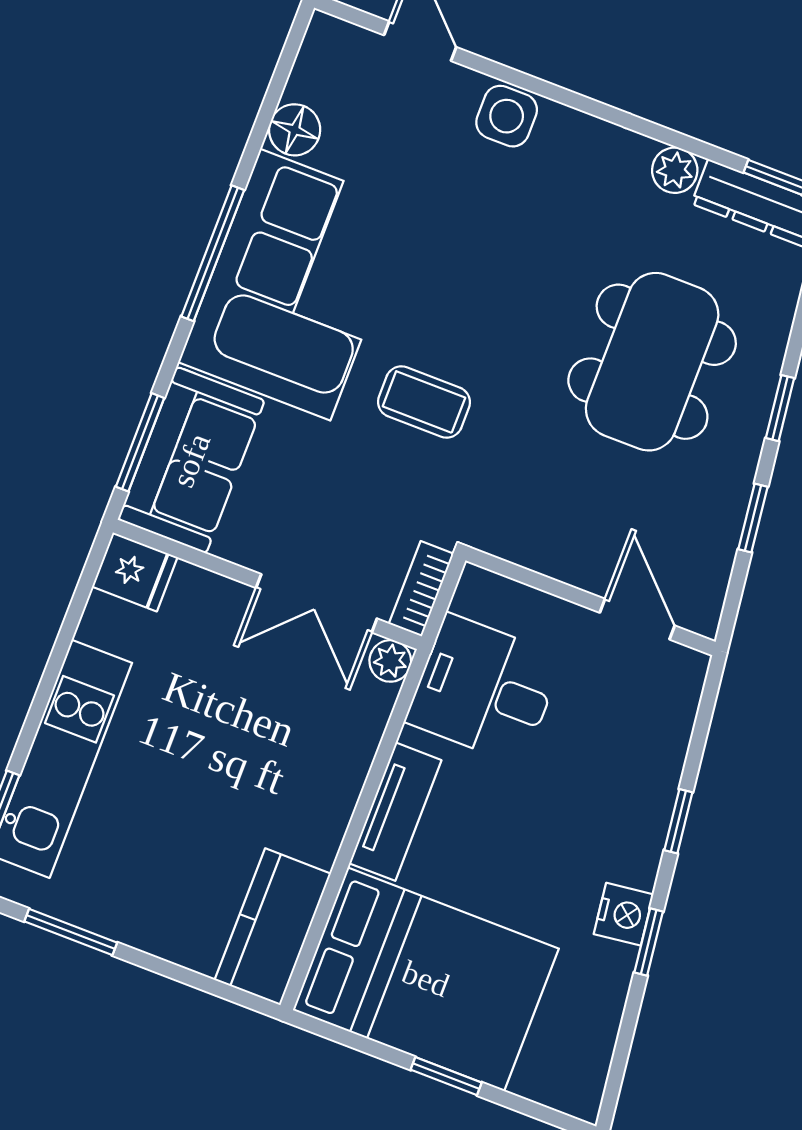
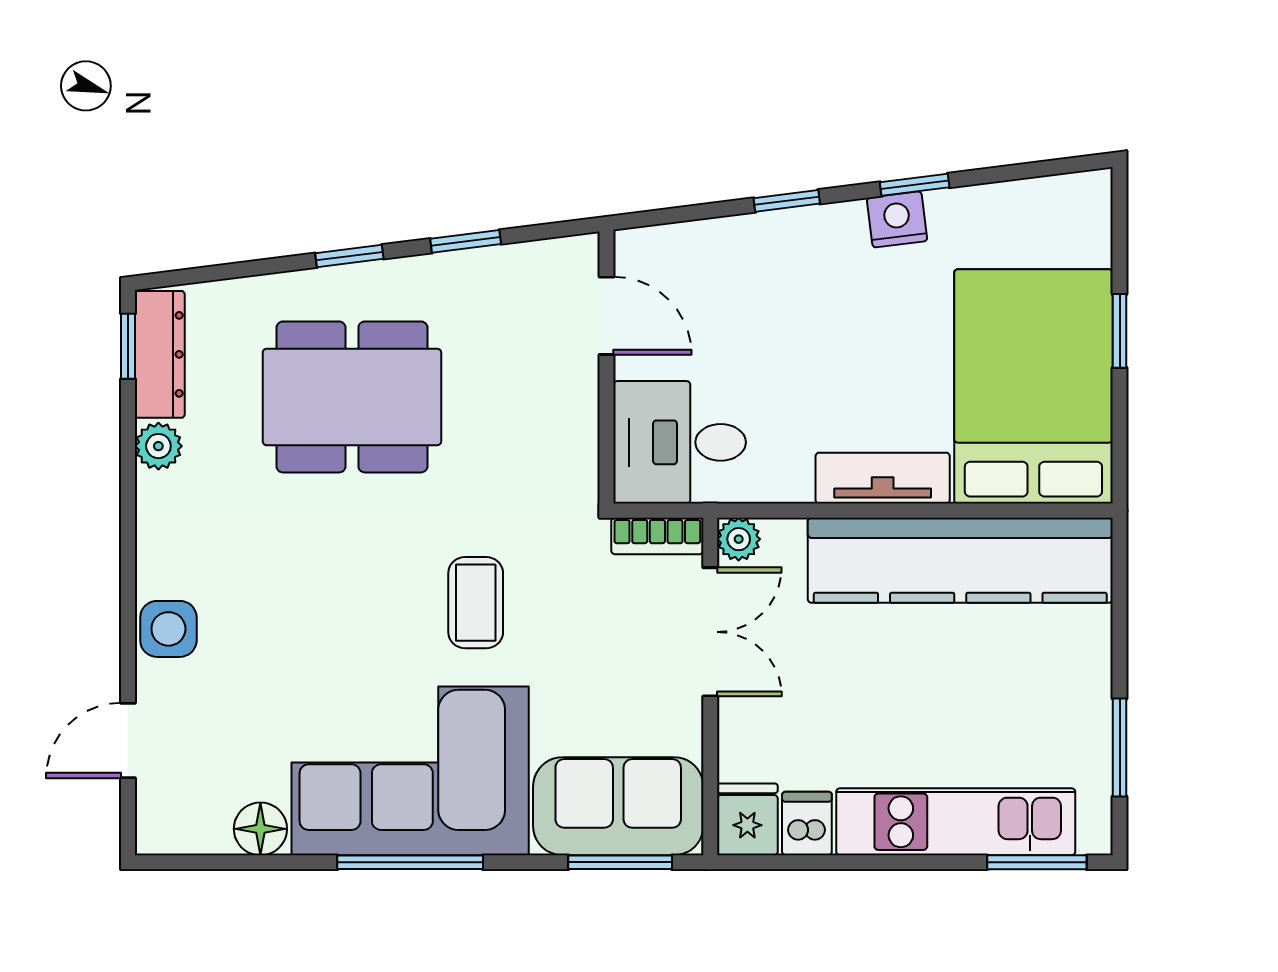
door: (637, 619) -> (606, 316), swing flipped
dishwasher: (110, 624) -> (807, 824), added
desk: (484, 689) -> (680, 442), moved, turned 90
kitchen counter: (273, 927) -> (960, 560), width x2.08, depth x1.17

